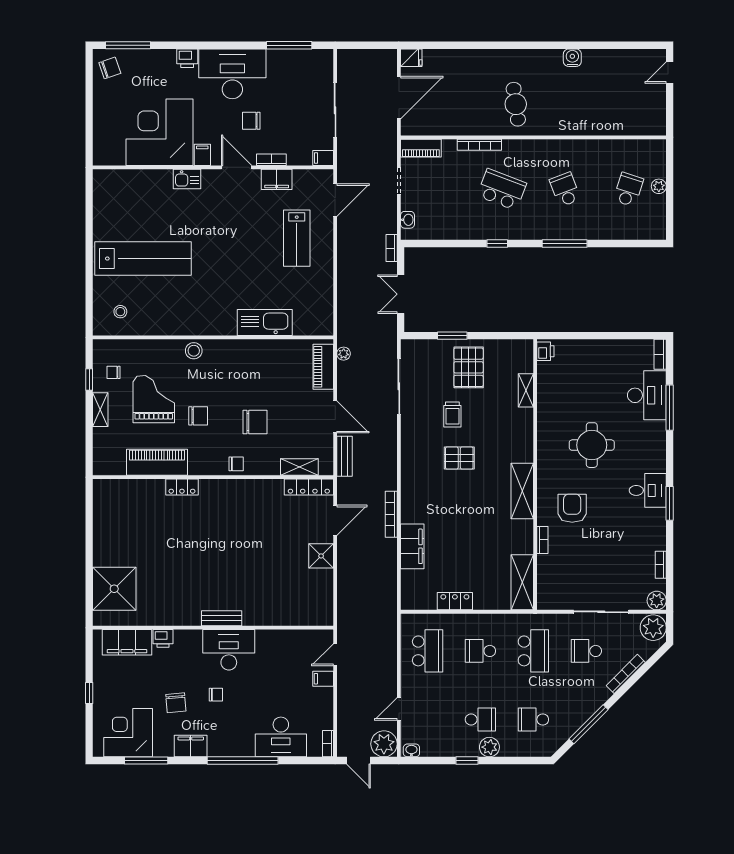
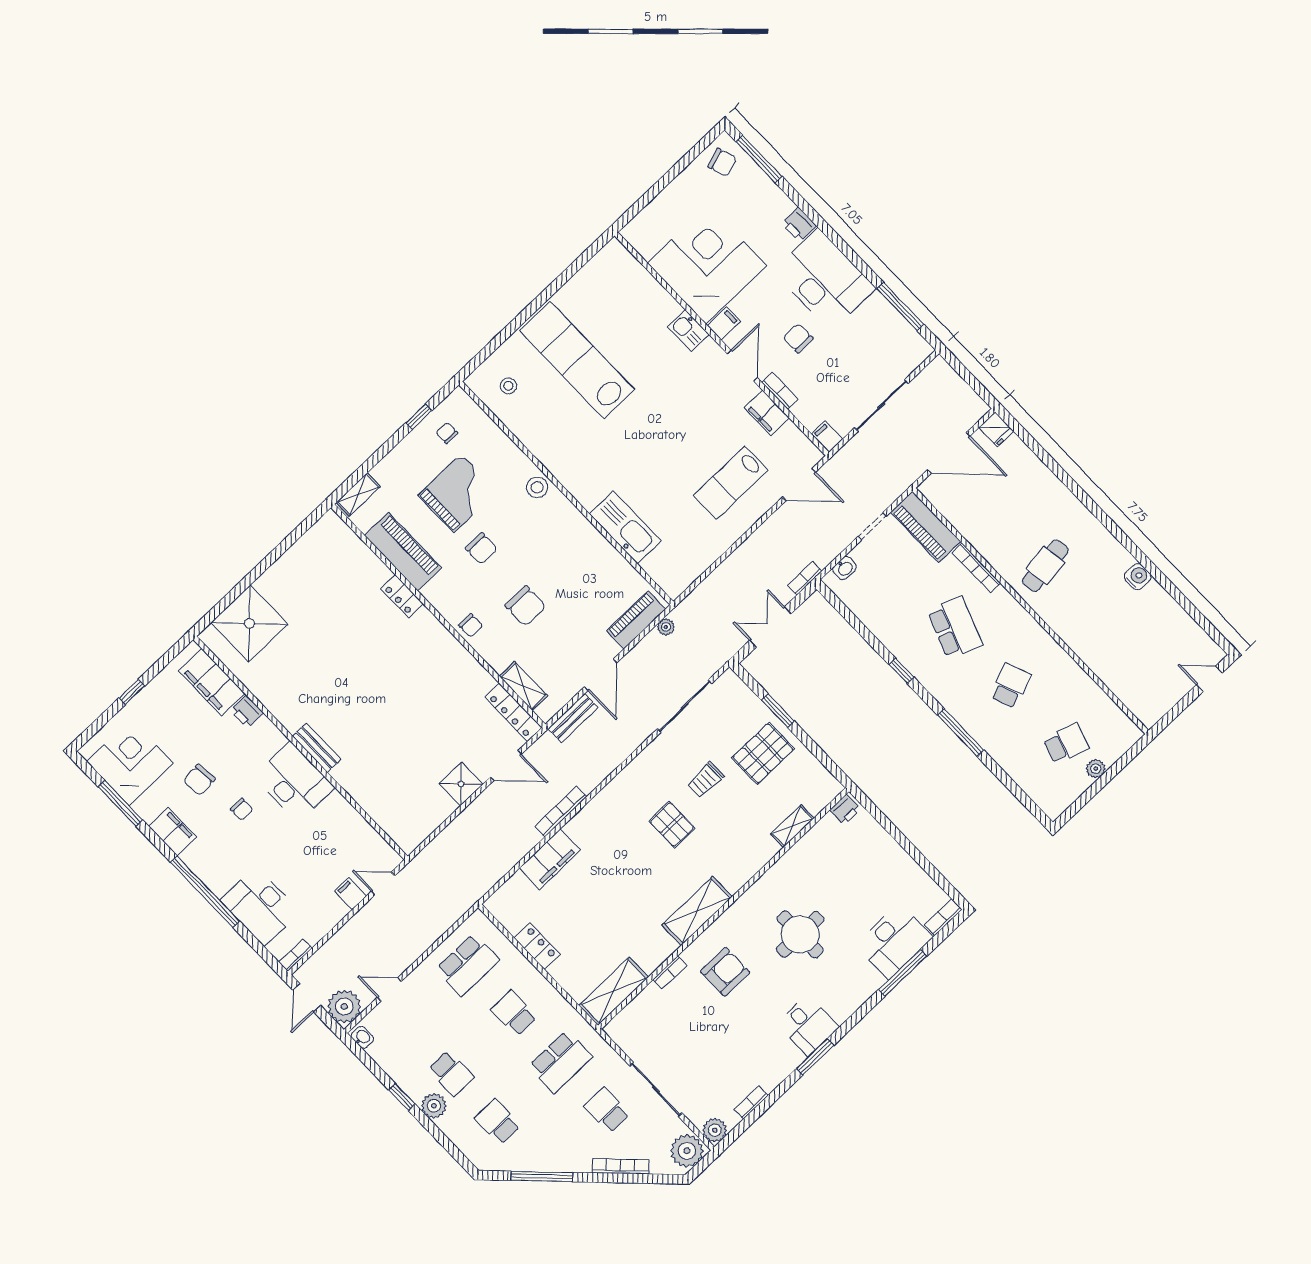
piano: (421, 148) -> (926, 527), width x1.37, depth x1.33
lab bench: (143, 259) -> (577, 360), turned 180
shelving: (100, 410) -> (358, 495), moved

